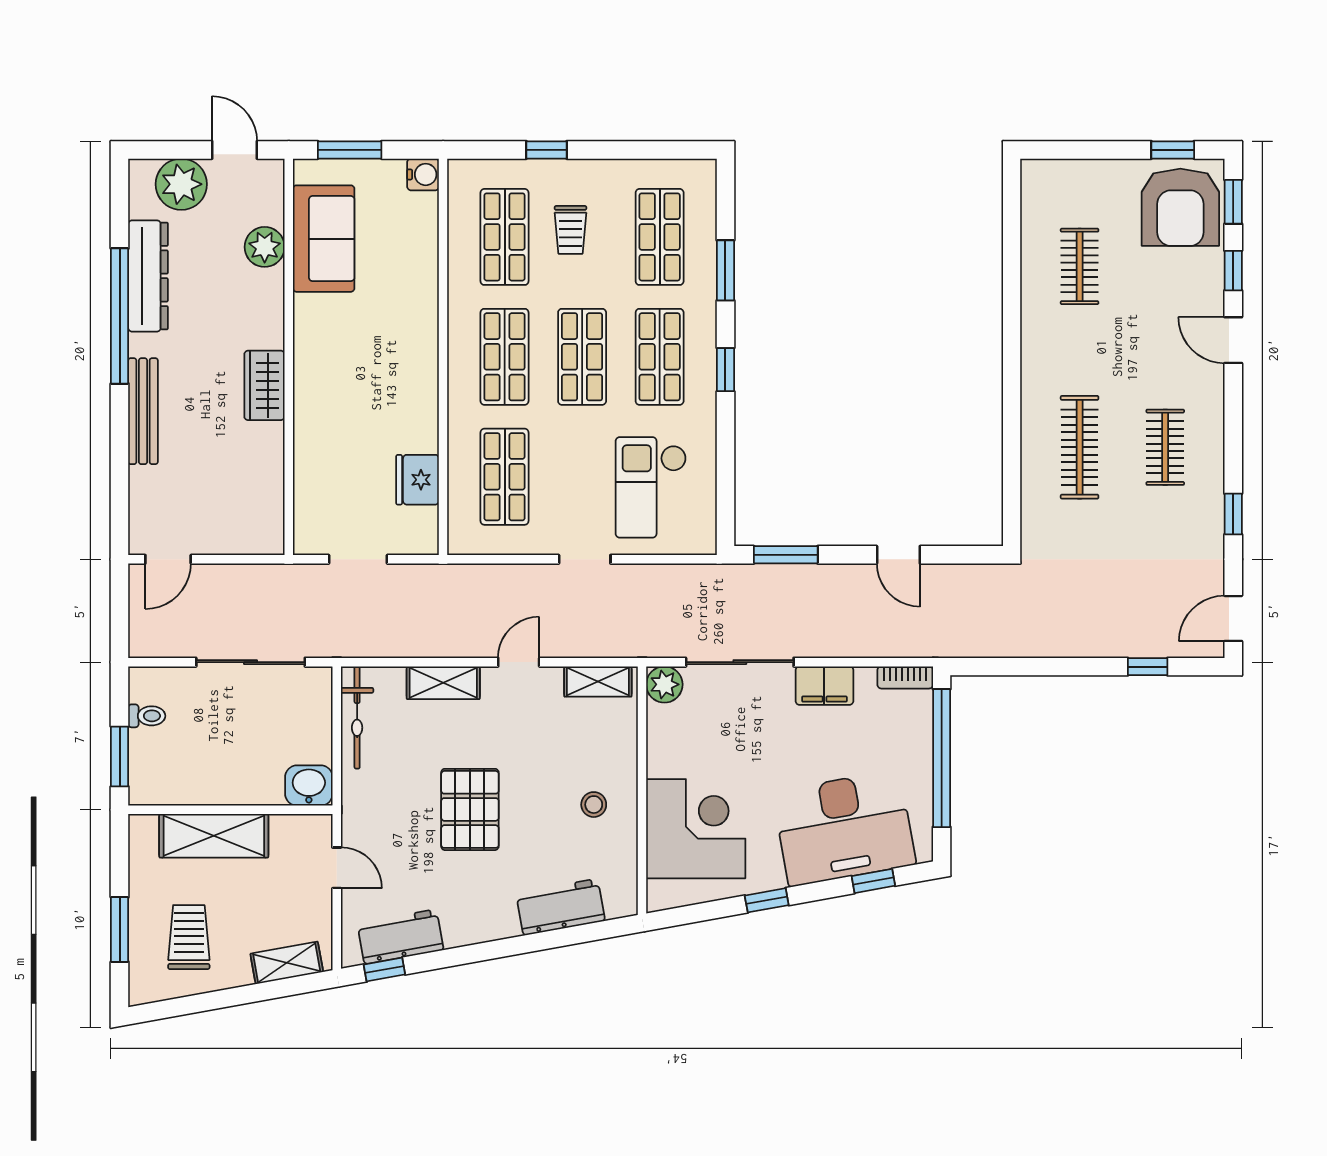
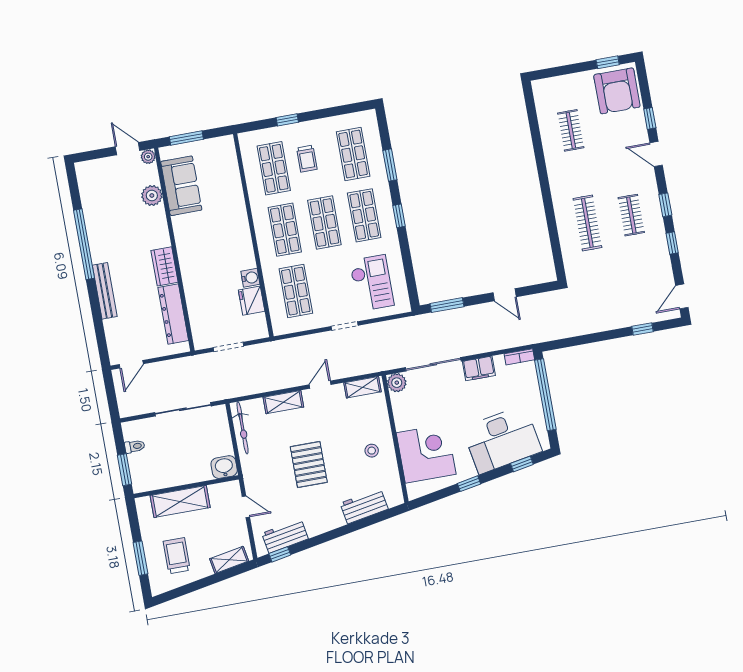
water cooler: (423, 174) -> (250, 278), moved
plant: (181, 184) -> (148, 157), moved, width x0.53, depth x0.53
window: (1233, 202) -> (665, 205), moved
dresser: (148, 276) -> (173, 314), moved, turned 180
checkout: (651, 487) -> (372, 283), turned 180

